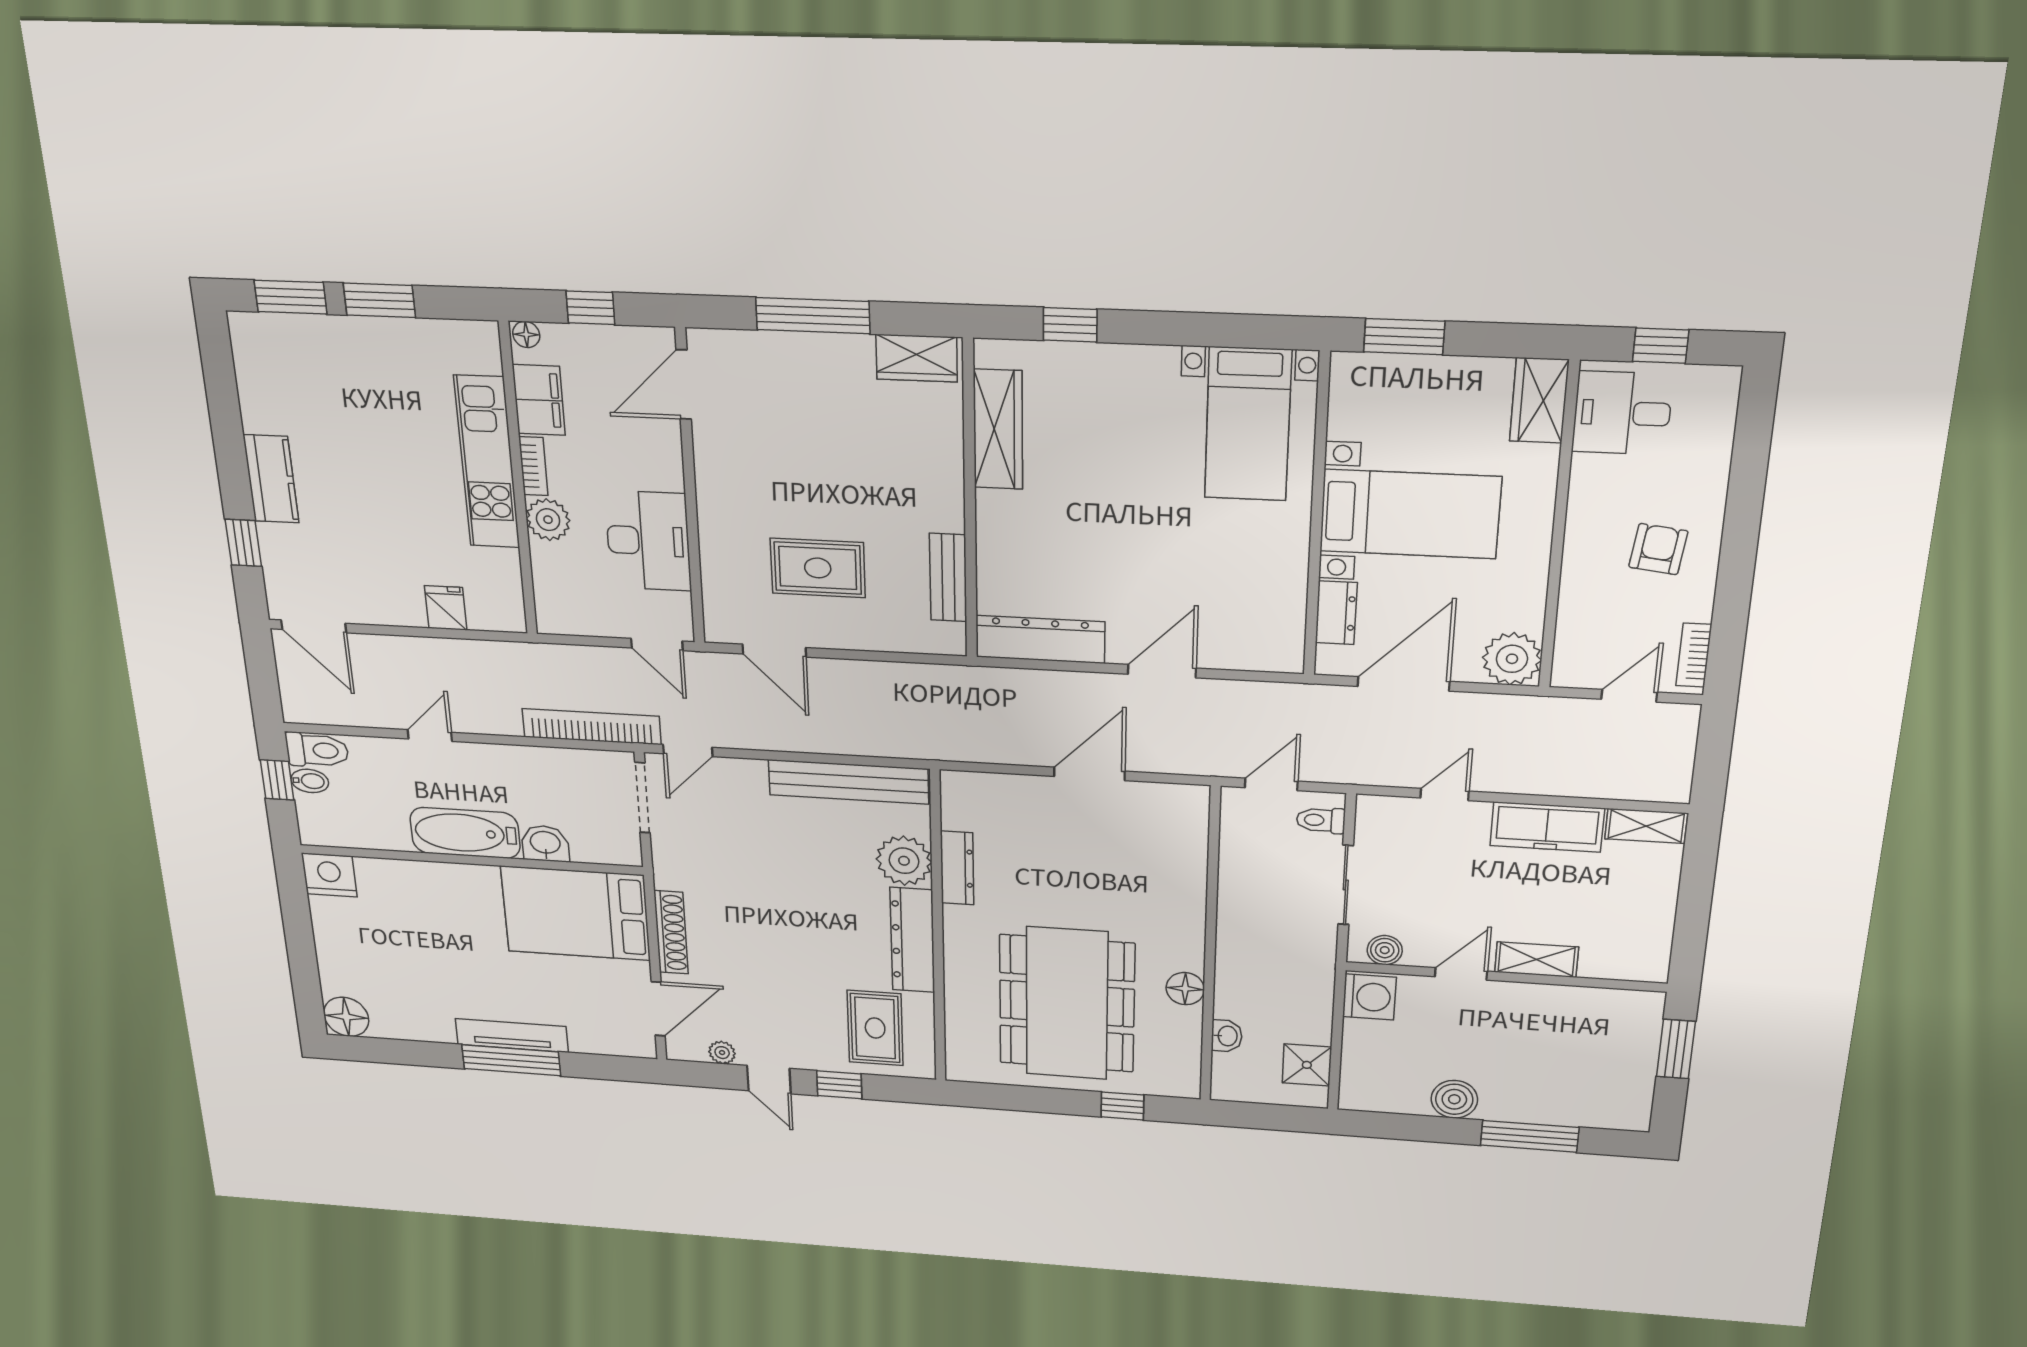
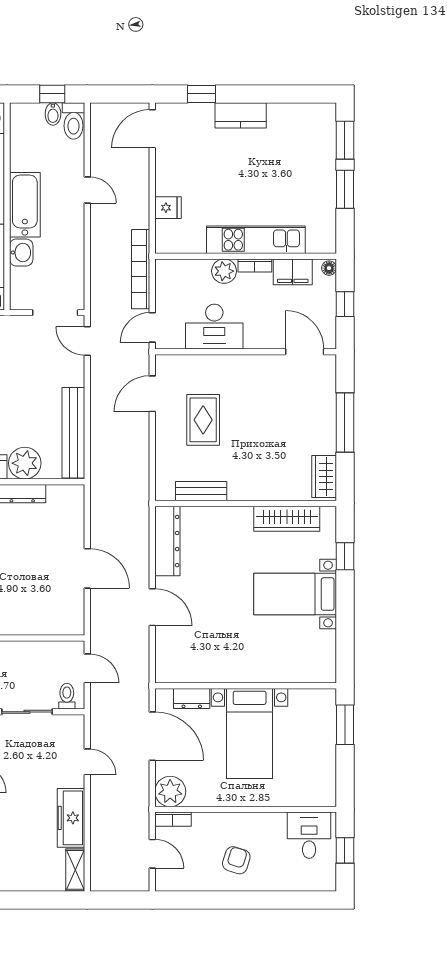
wardrobe: (1539, 400) -> (314, 794), removed
bed with nightstands: (1248, 424) -> (295, 594), moved
armchair: (1658, 549) -> (236, 860), turned -80
bookcase: (1694, 655) -> (173, 819), moved, turned 180
bookcase: (592, 727) -> (141, 269), moved, turned 180

